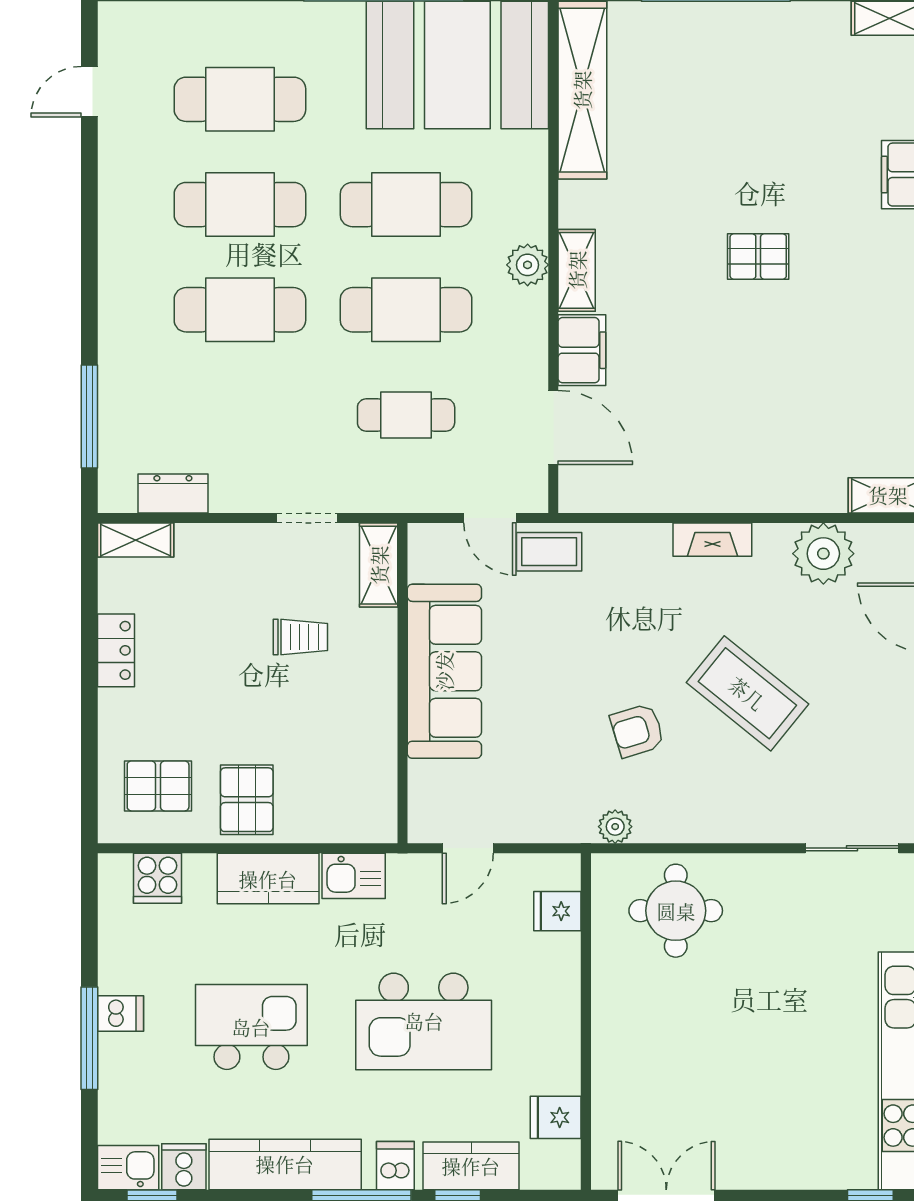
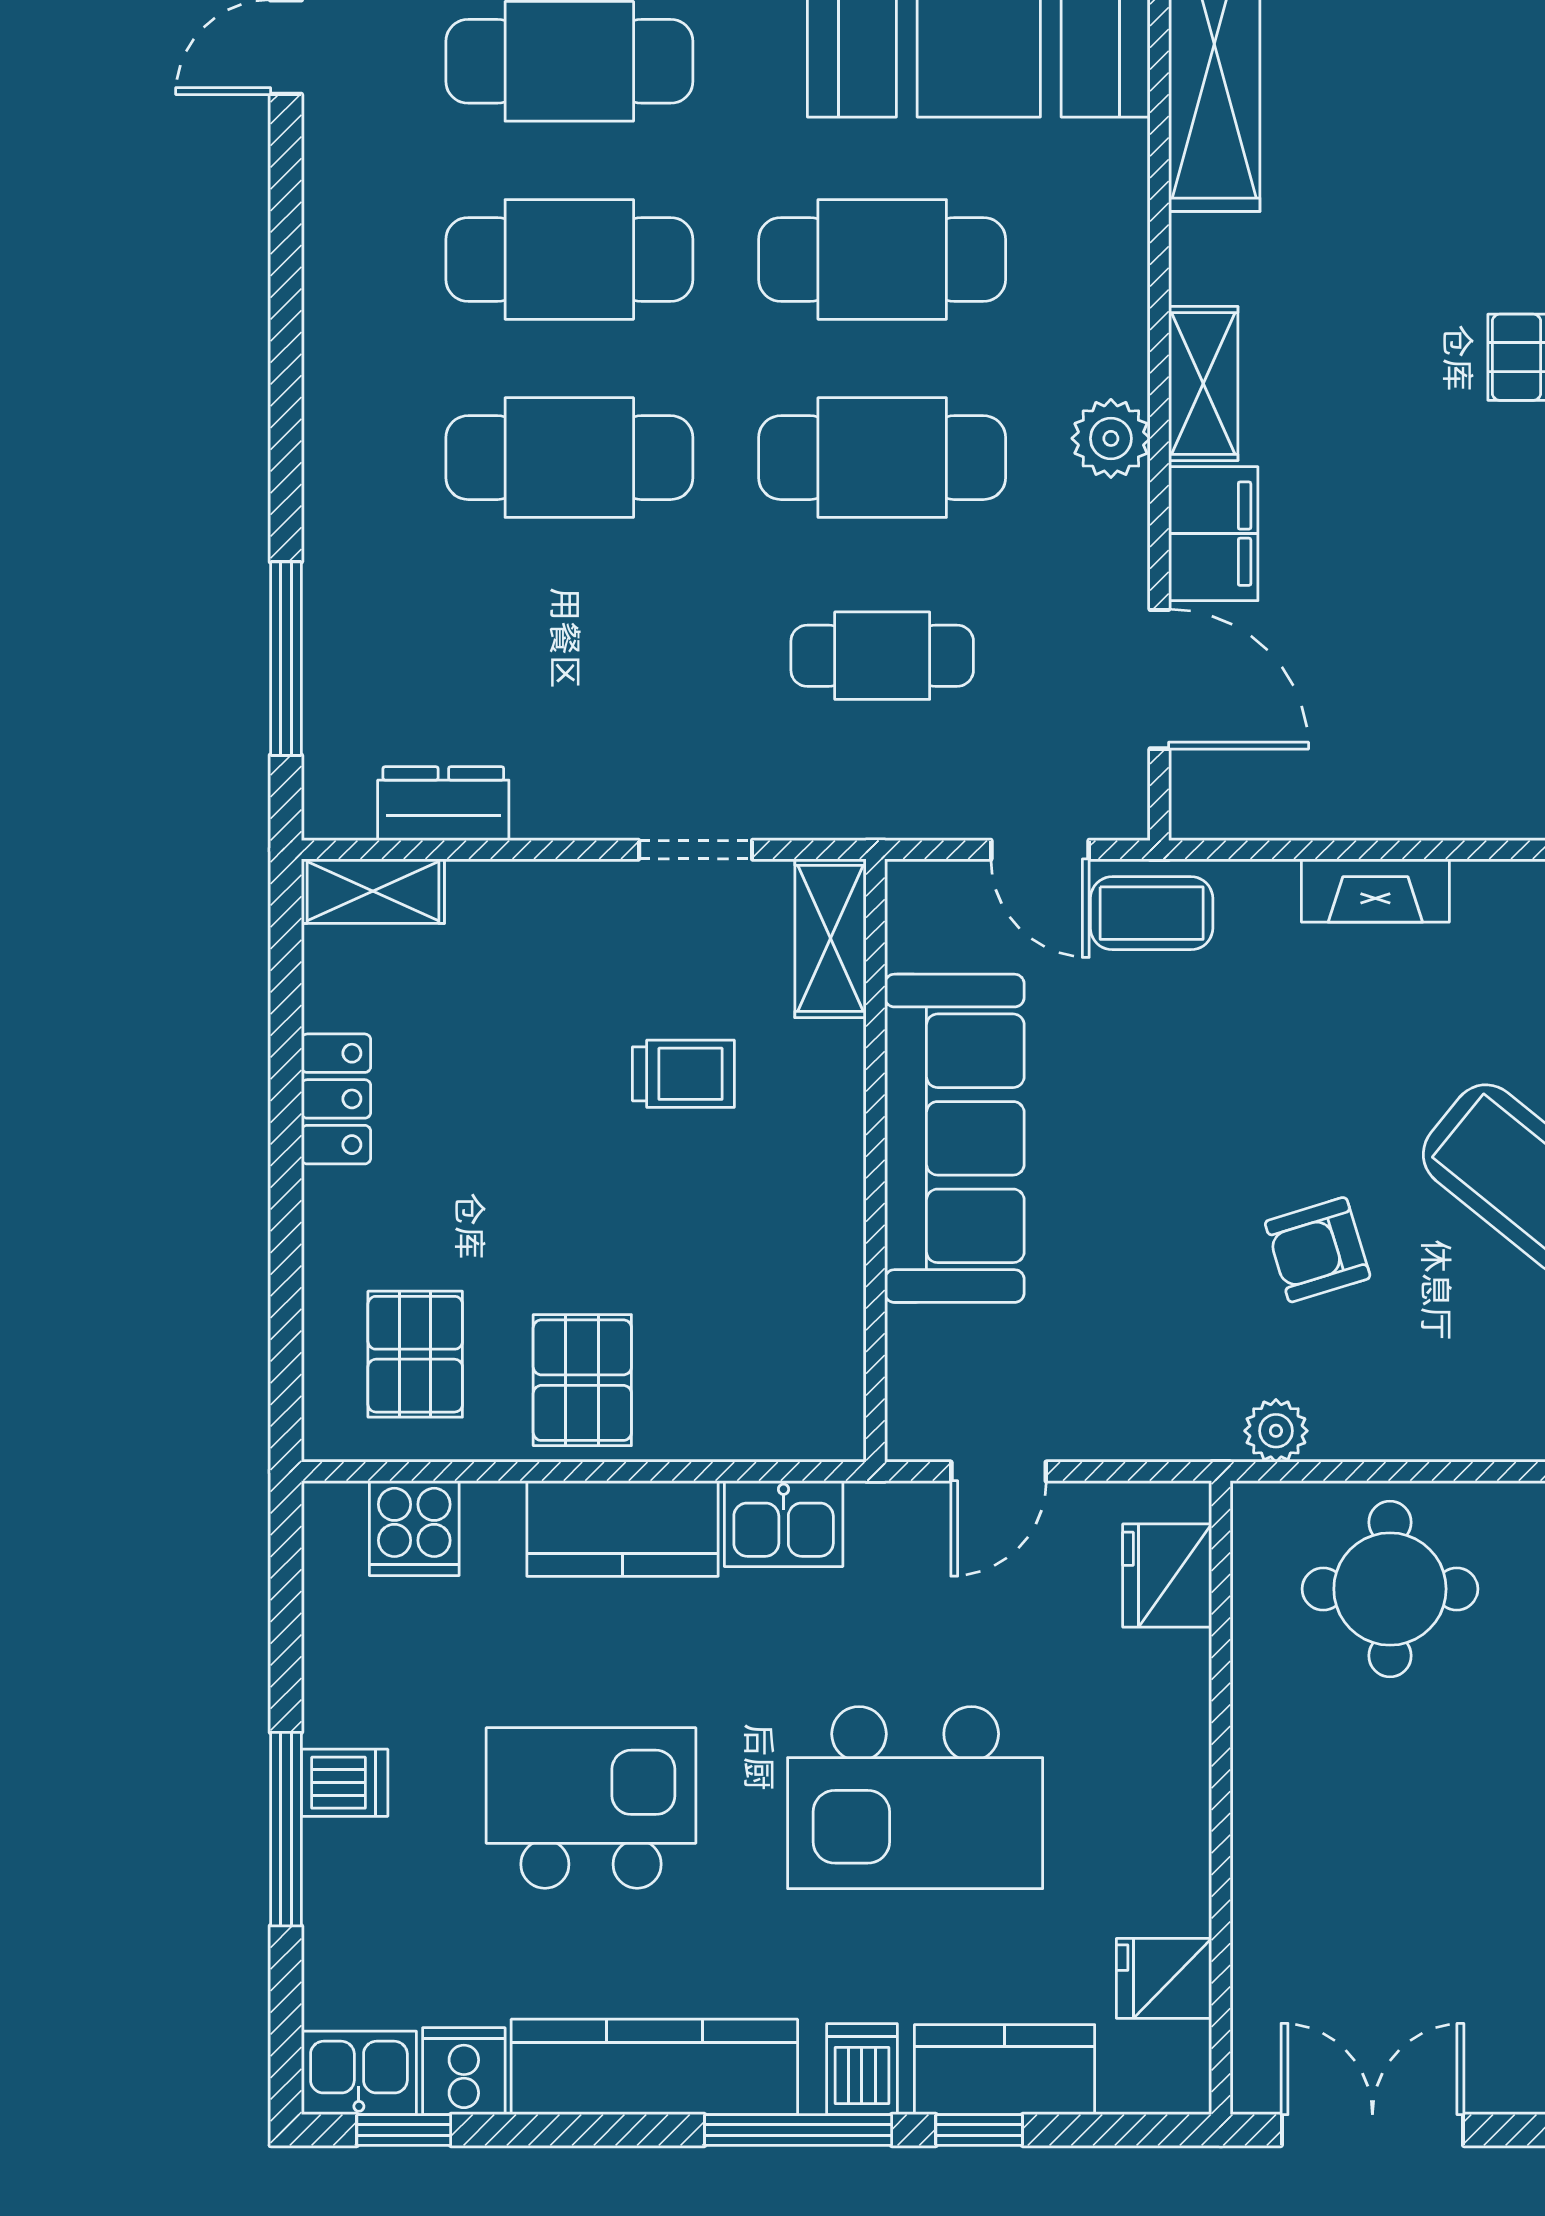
plant: (528, 265) -> (1111, 438), moved
fireplace: (712, 540) -> (1375, 891), moved
pallet: (158, 786) -> (415, 1354), turned 90
fridge: (557, 911) -> (1167, 1576), width x1.38

